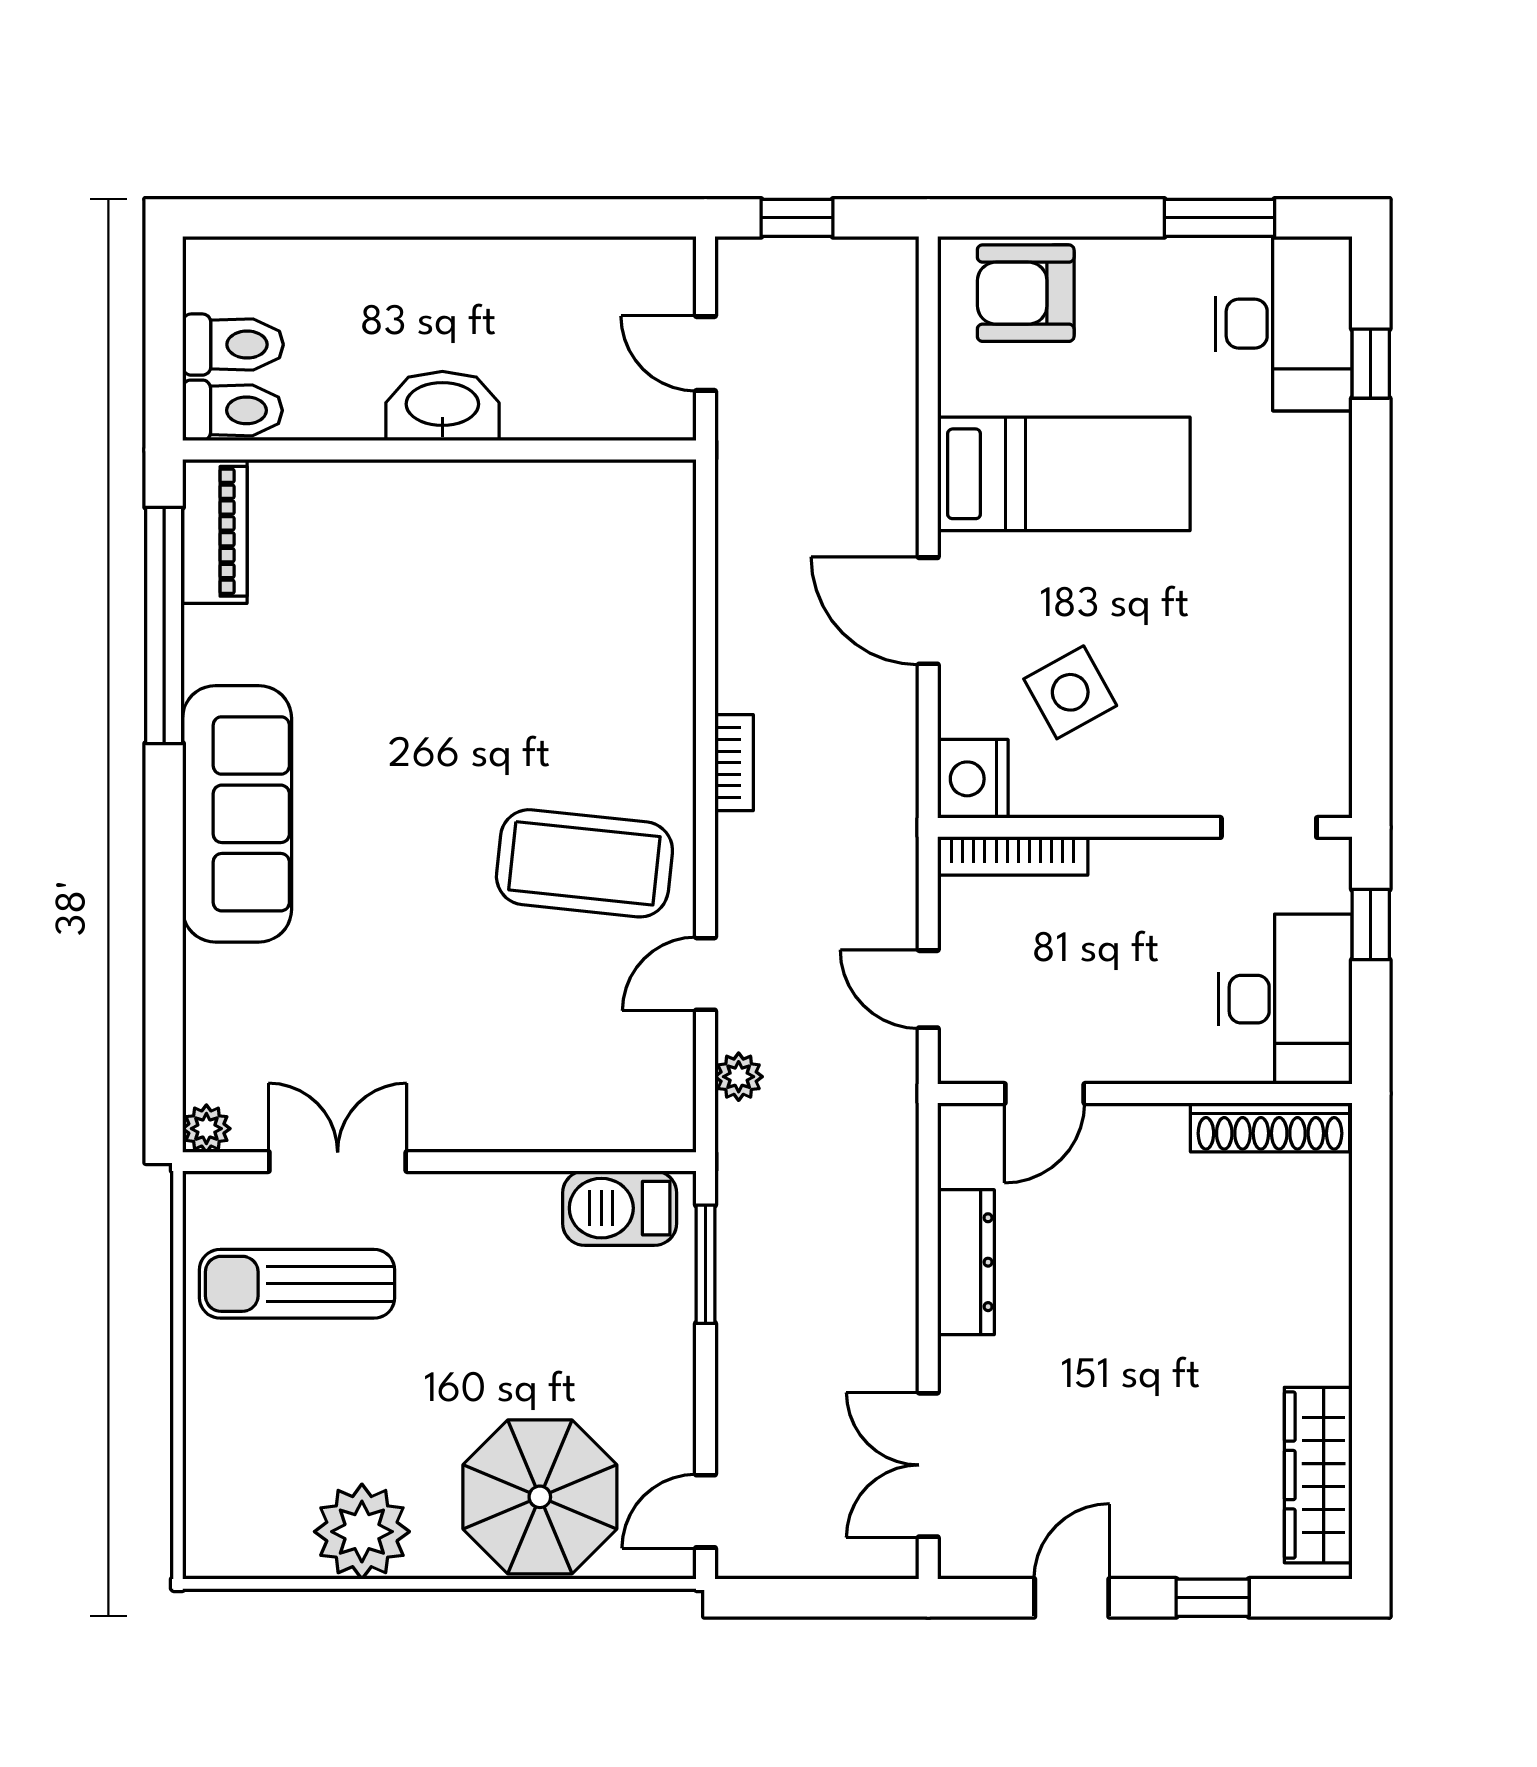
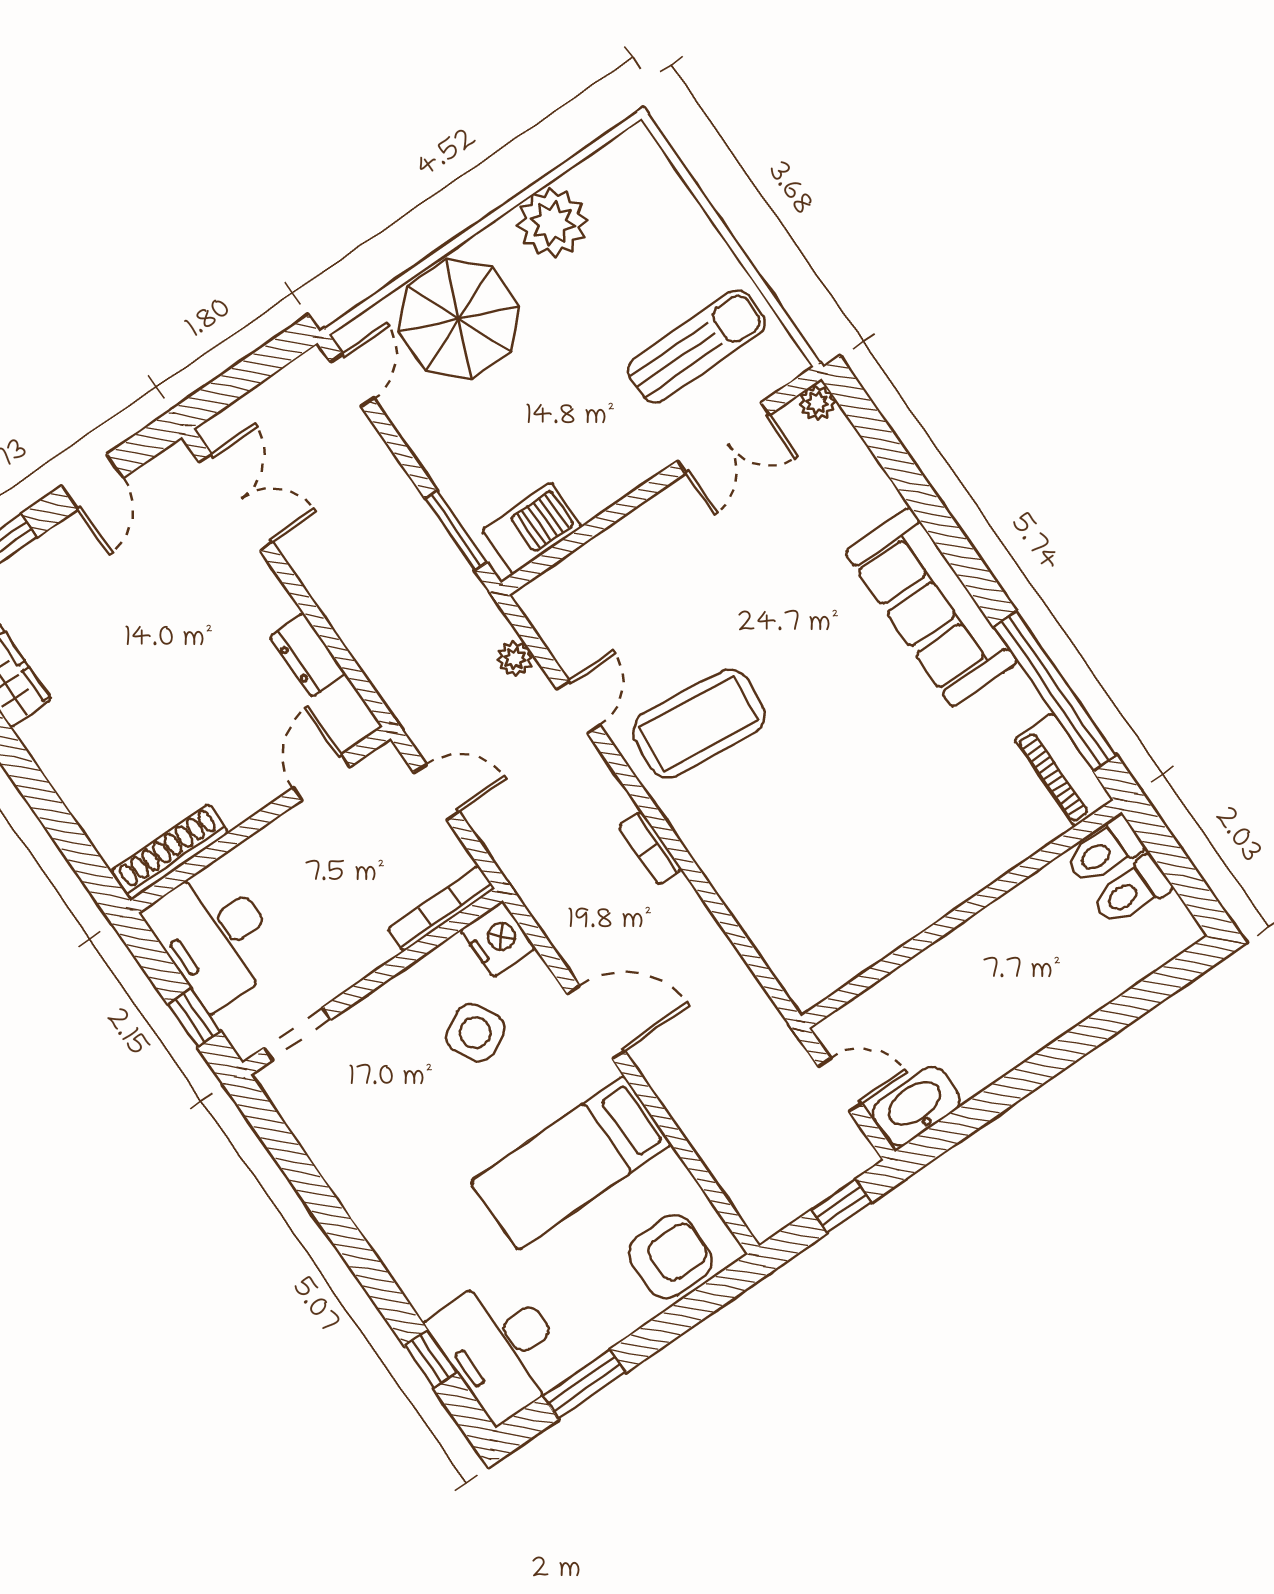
washbasin: (442, 406) -> (916, 1106), moved, turned 180
dresser: (966, 1262) -> (308, 655), width x0.70

